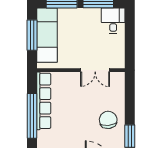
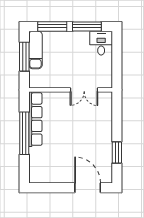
exam couch: (47, 35) -> (35, 50), width x0.73, depth x0.69
chair: (108, 120) -> (96, 137), removed

